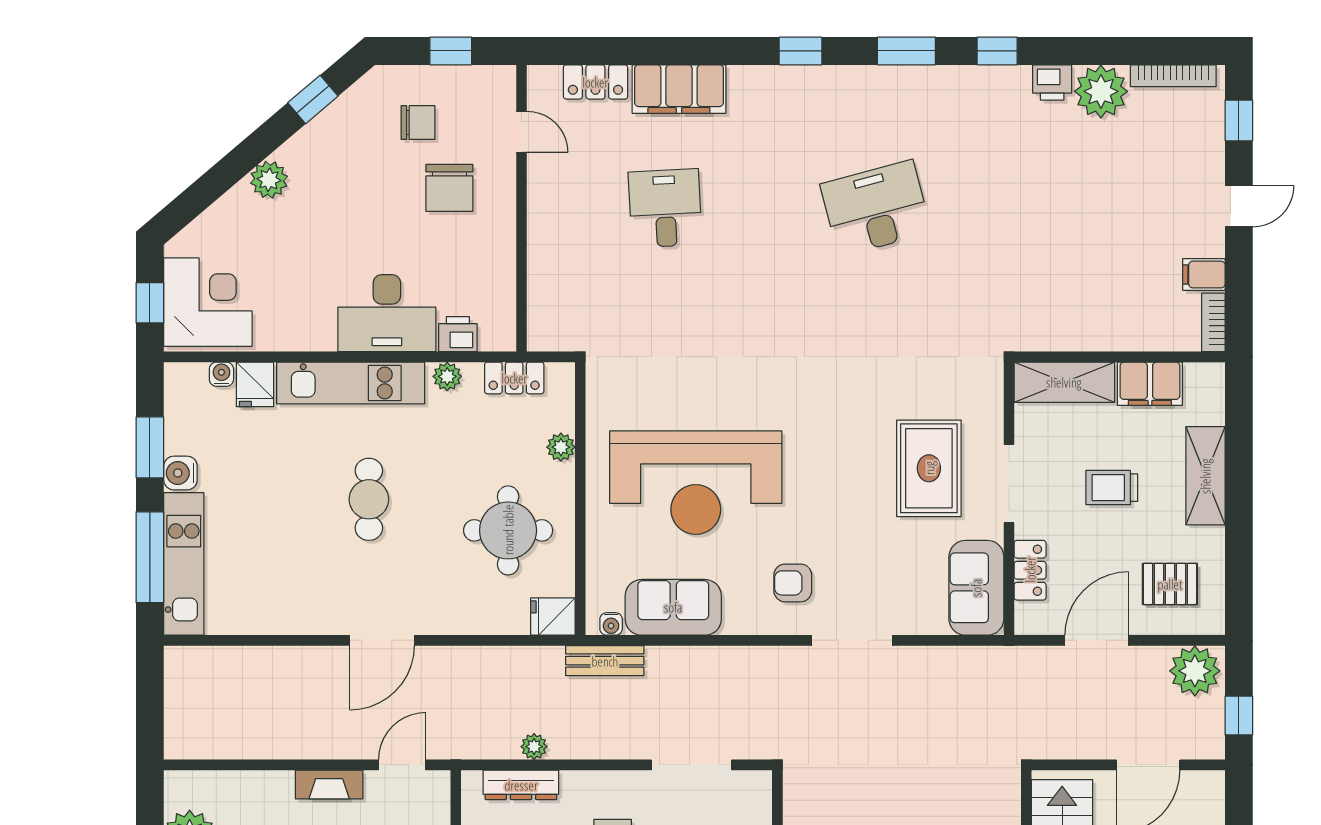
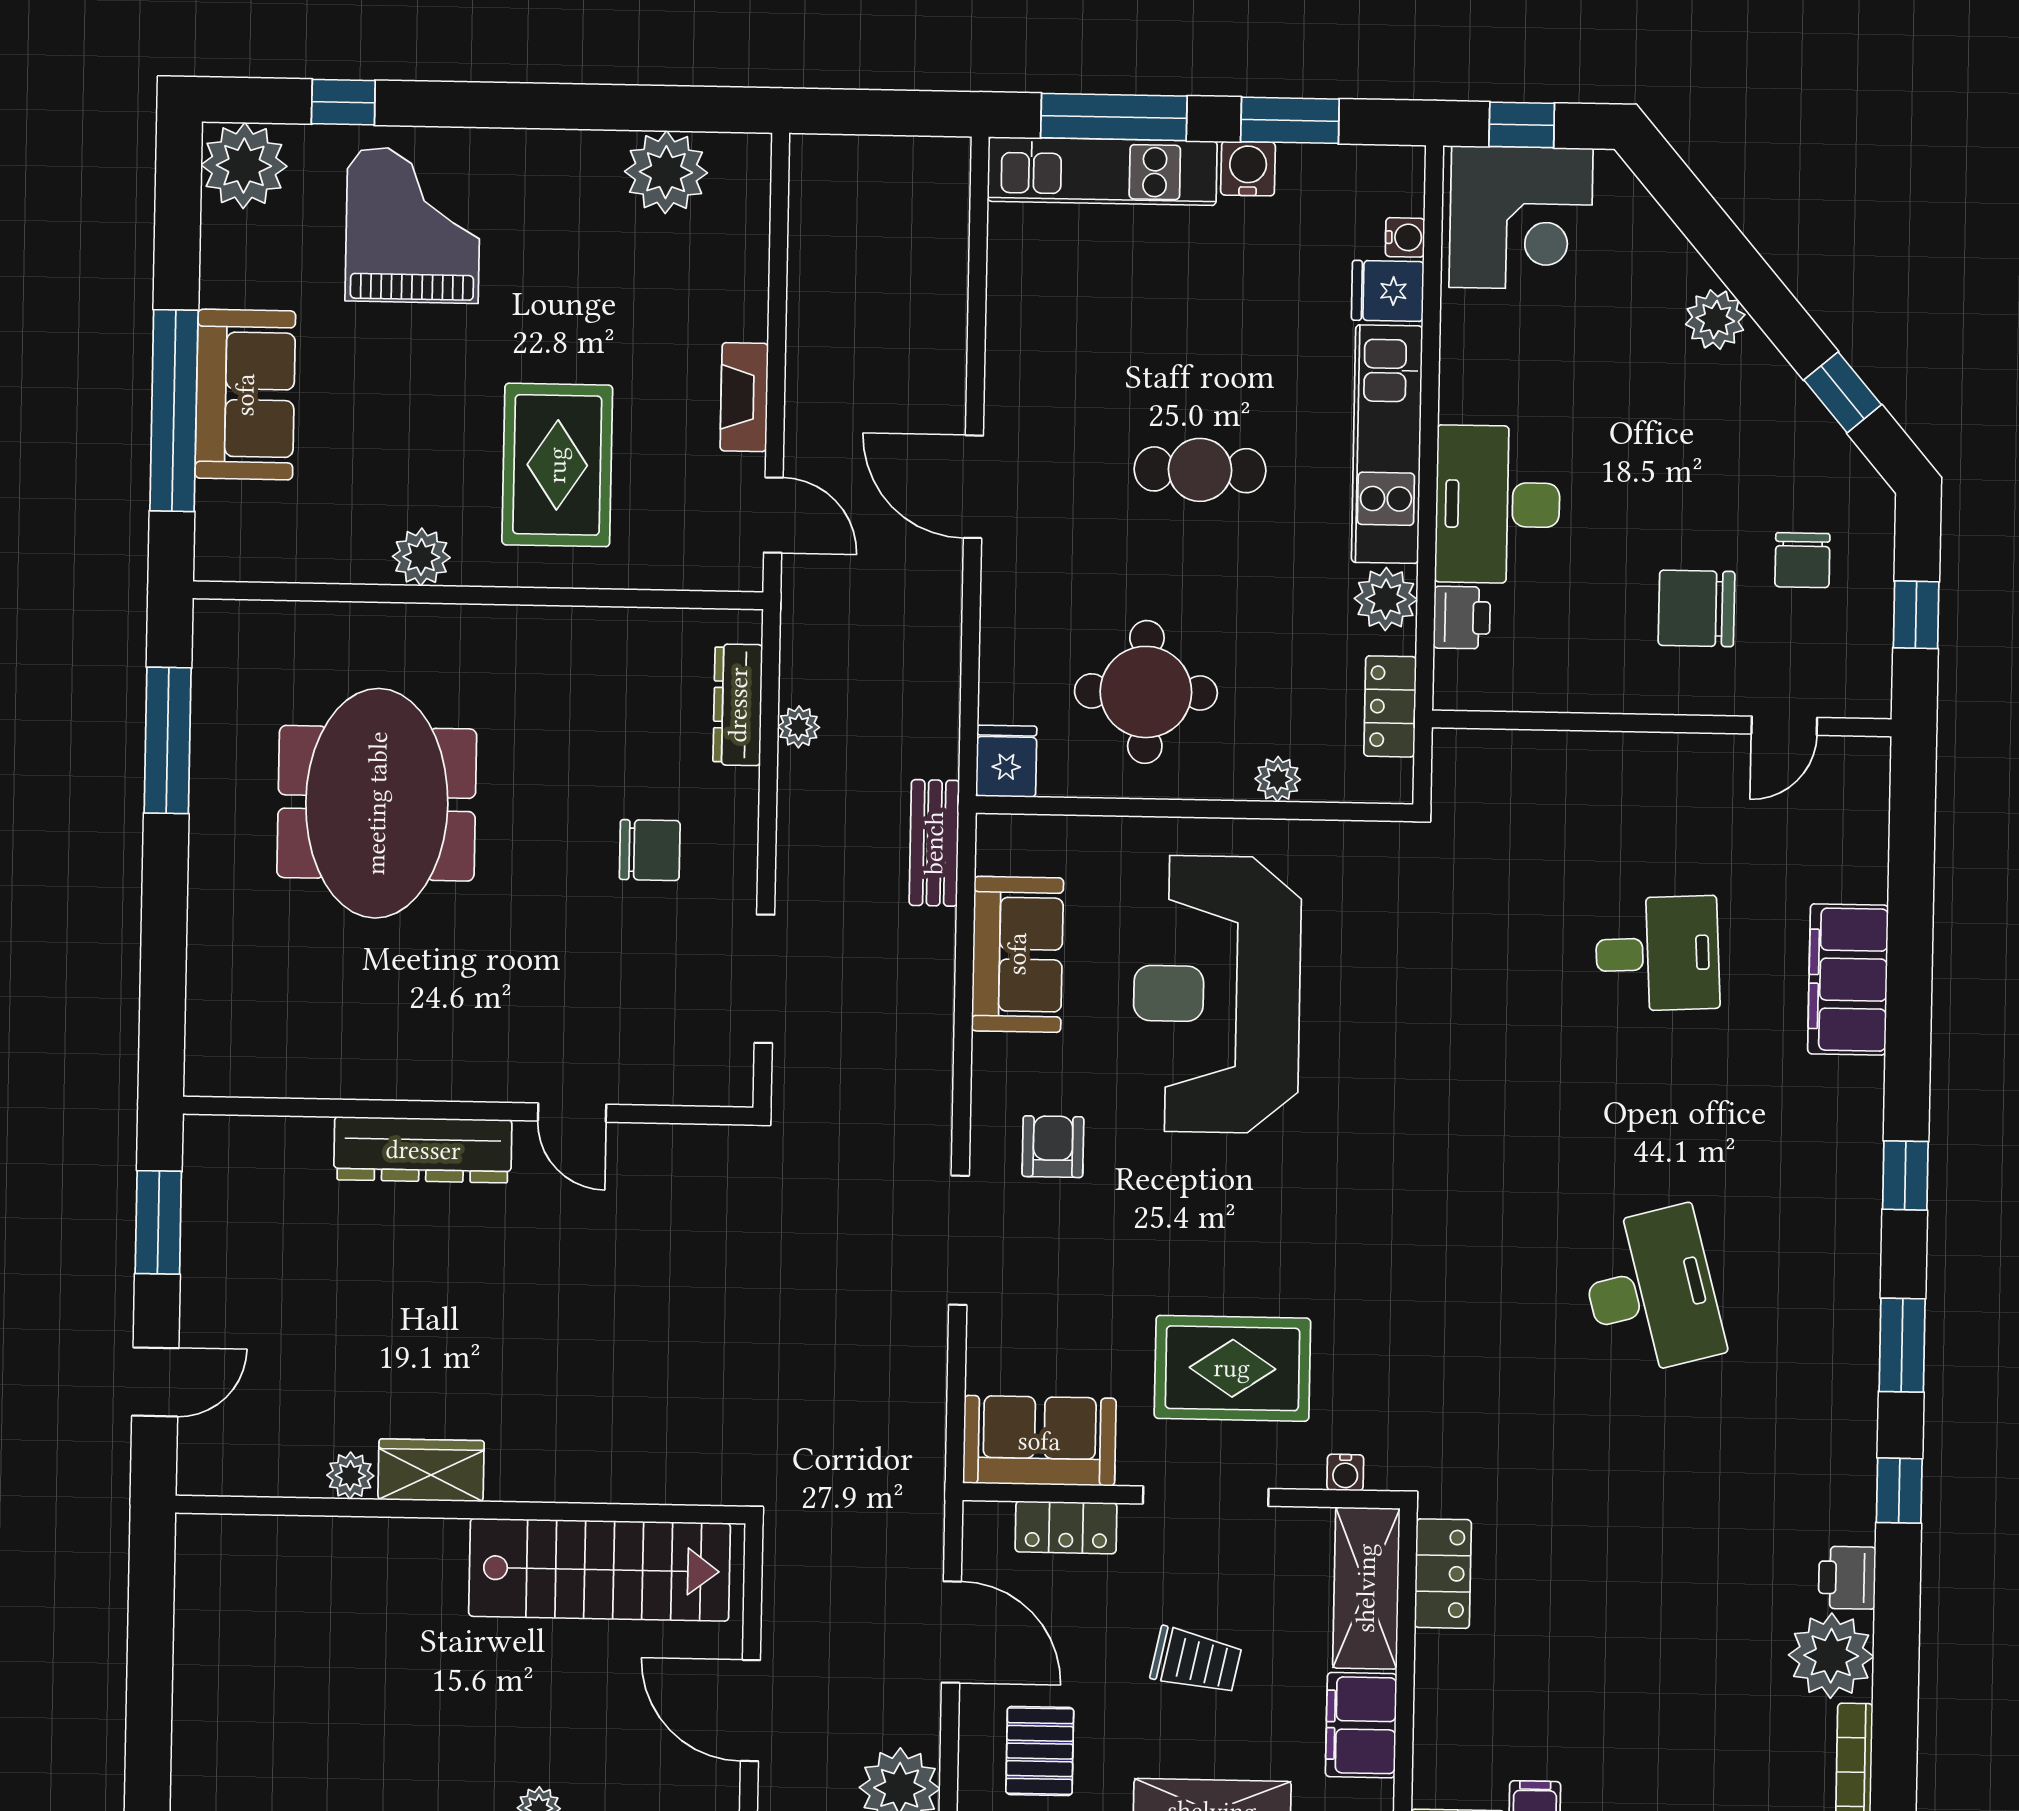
locker: (595, 82) -> (1443, 1574), moved, turned 180
plant: (447, 376) -> (1386, 599), width x1.38, depth x1.38
trolley: (1112, 488) -> (1196, 1661), turned 102
water cooler: (611, 624) -> (1345, 1473), moved, turned -90

